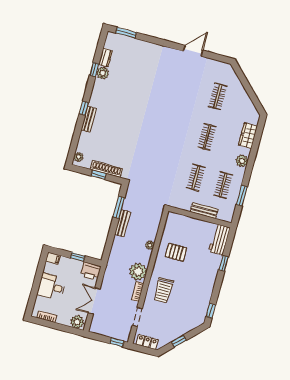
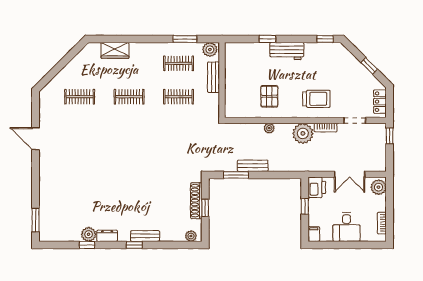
dresser: (106, 58) -> (107, 236), moved
plant: (242, 161) -> (210, 50), moved
workbench: (219, 239) -> (287, 51), moved

